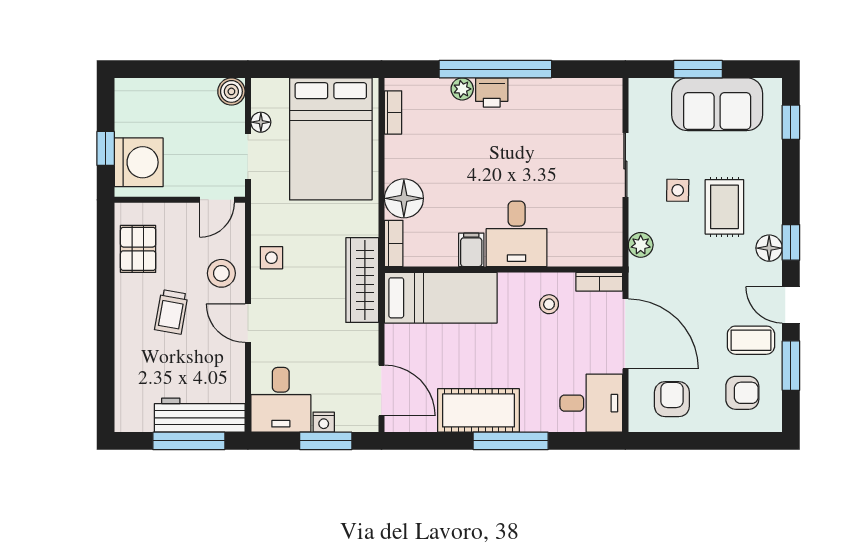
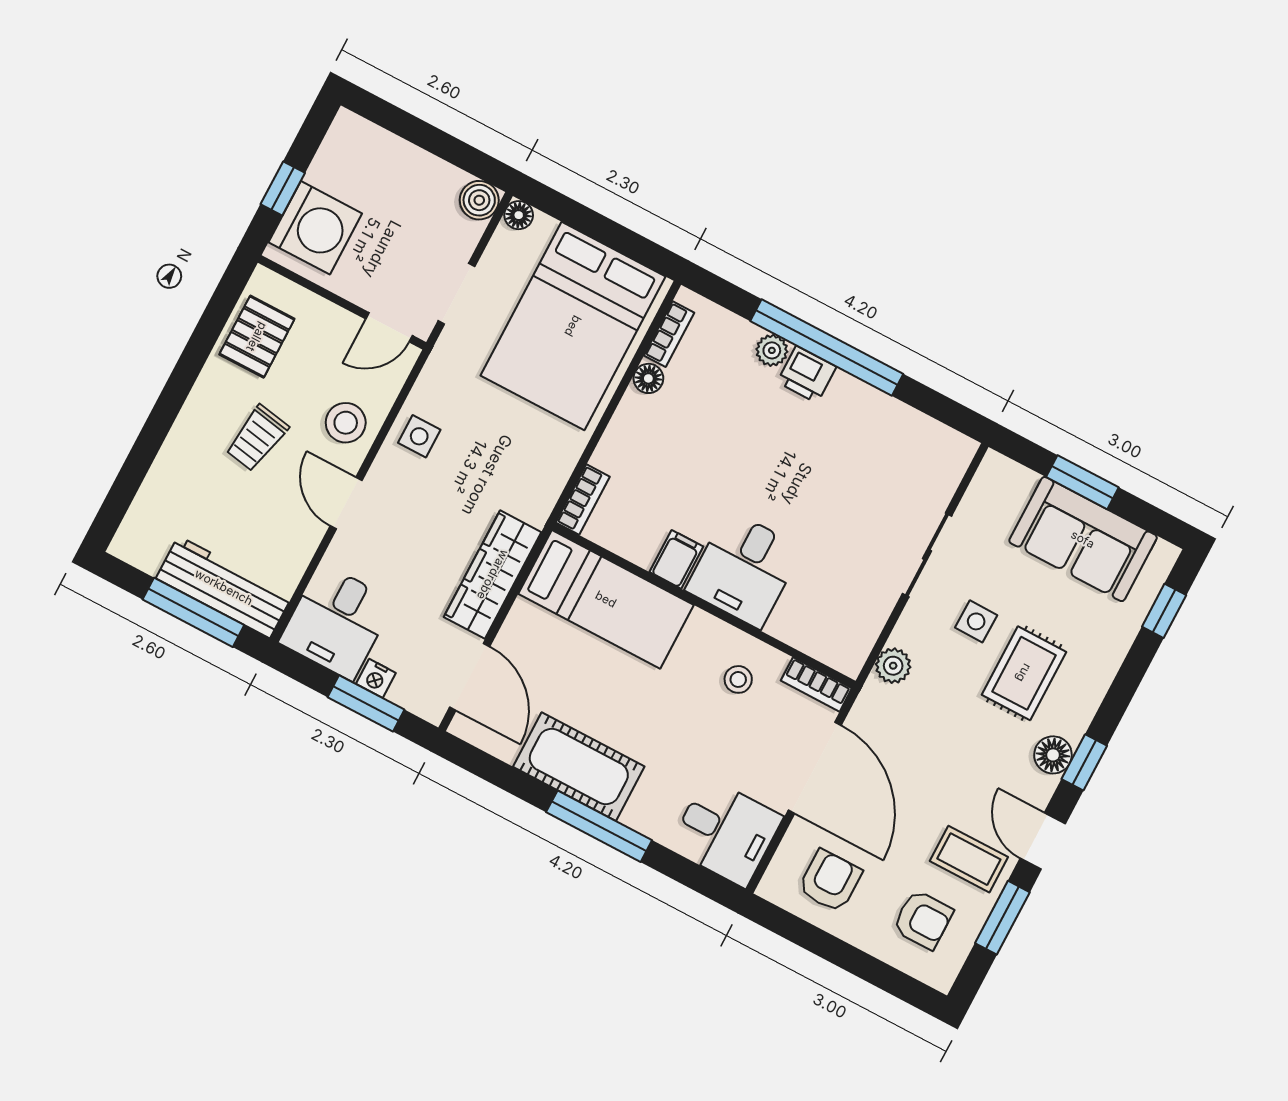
floor lamp: (261, 122) -> (519, 215), moved
floor lamp: (404, 198) -> (648, 378), moved, width x0.53, depth x0.53
wardrobe: (362, 280) -> (493, 575), moved

